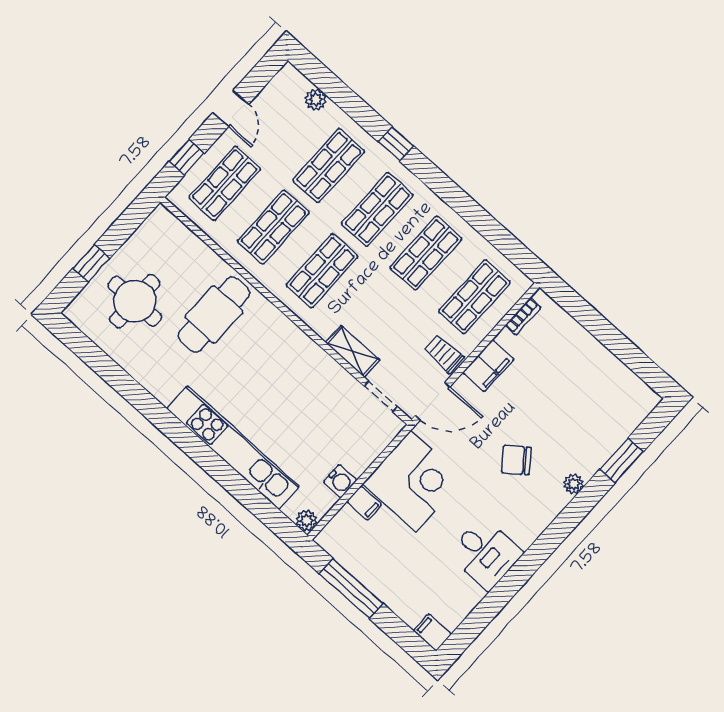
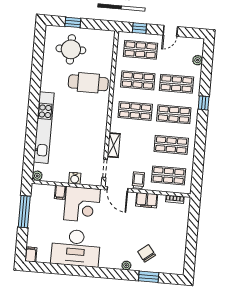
chair: (516, 460) -> (147, 253), moved
water cooler: (340, 481) -> (75, 178), moved
desk: (485, 553) -> (76, 248), width x1.87, depth x1.30

